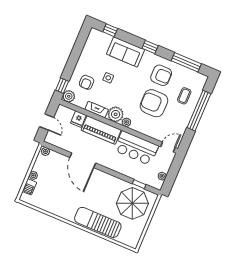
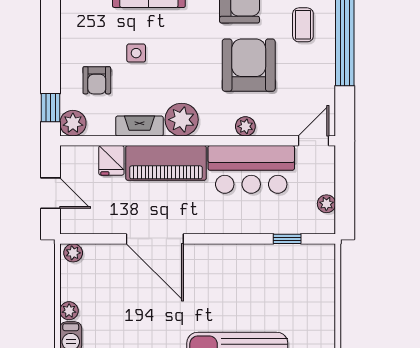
armchair: (154, 103) -> (249, 65), turned 90
plant: (126, 122) -> (245, 126), moved
parasol: (132, 203) -> (290, 283), removed

